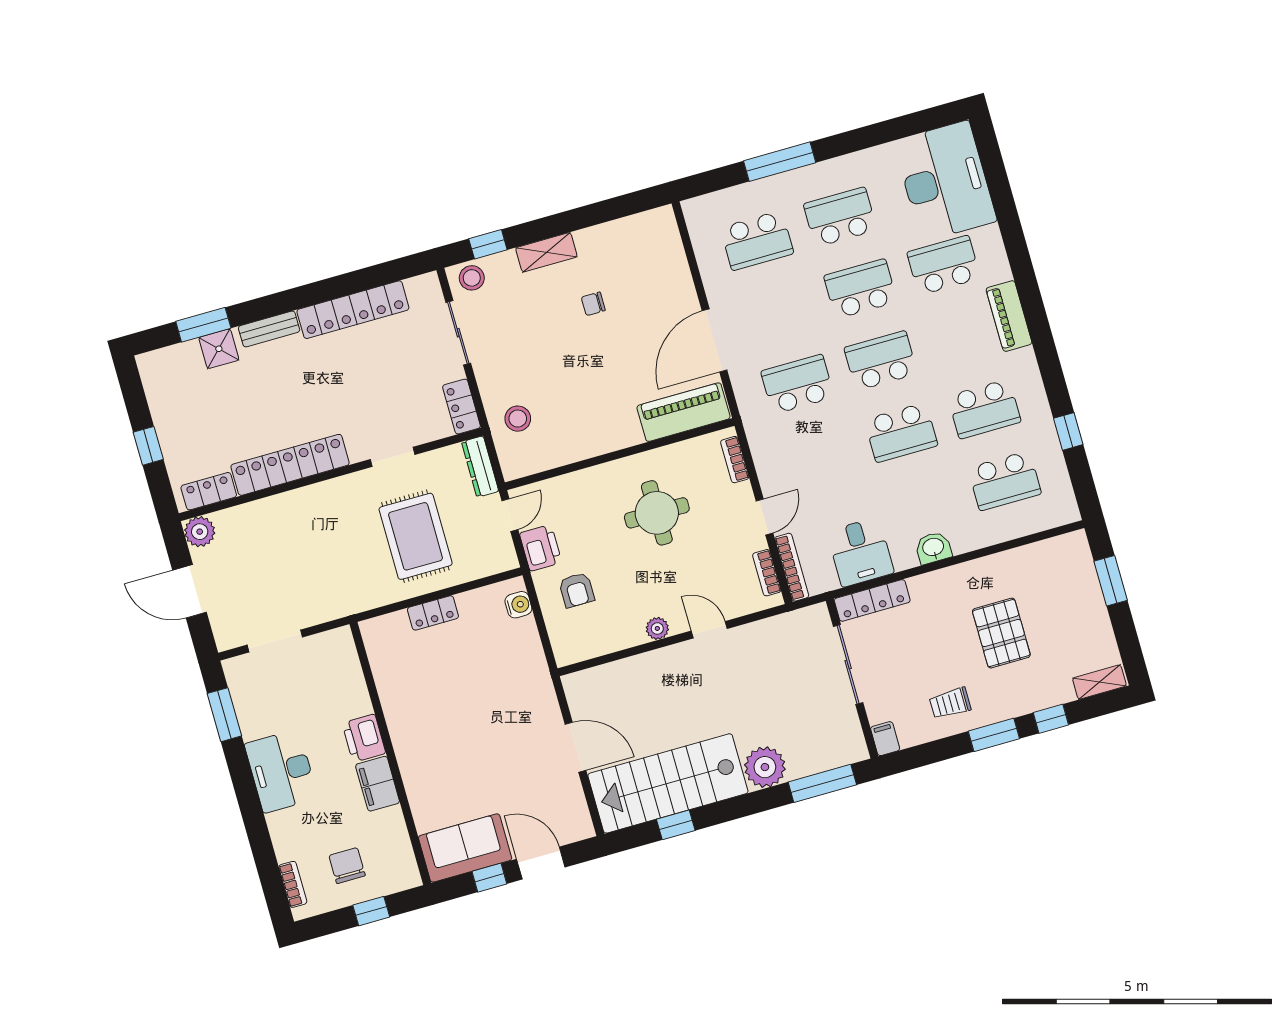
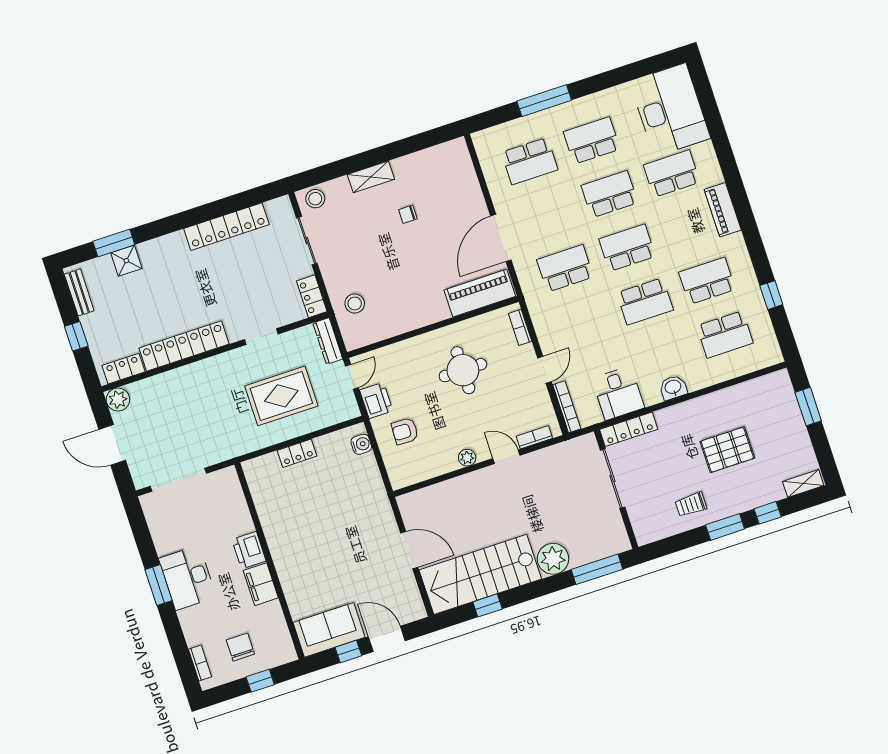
window: (488, 244) -> (326, 173), removed
bench: (269, 329) -> (79, 292), moved, turned 90
school desk: (984, 409) -> (707, 281), turned 180
rug: (416, 536) -> (281, 396), turned 90
bookcase: (767, 573) -> (534, 437), moved, turned 90
armchair: (577, 590) -> (405, 431), turned 92
pallet: (1001, 633) -> (727, 450), turned 90
doorway: (275, 641) -> (178, 480), width x1.36
window: (224, 715) -> (159, 585), moved
filing cabinet: (885, 739) -> (643, 533), removed

